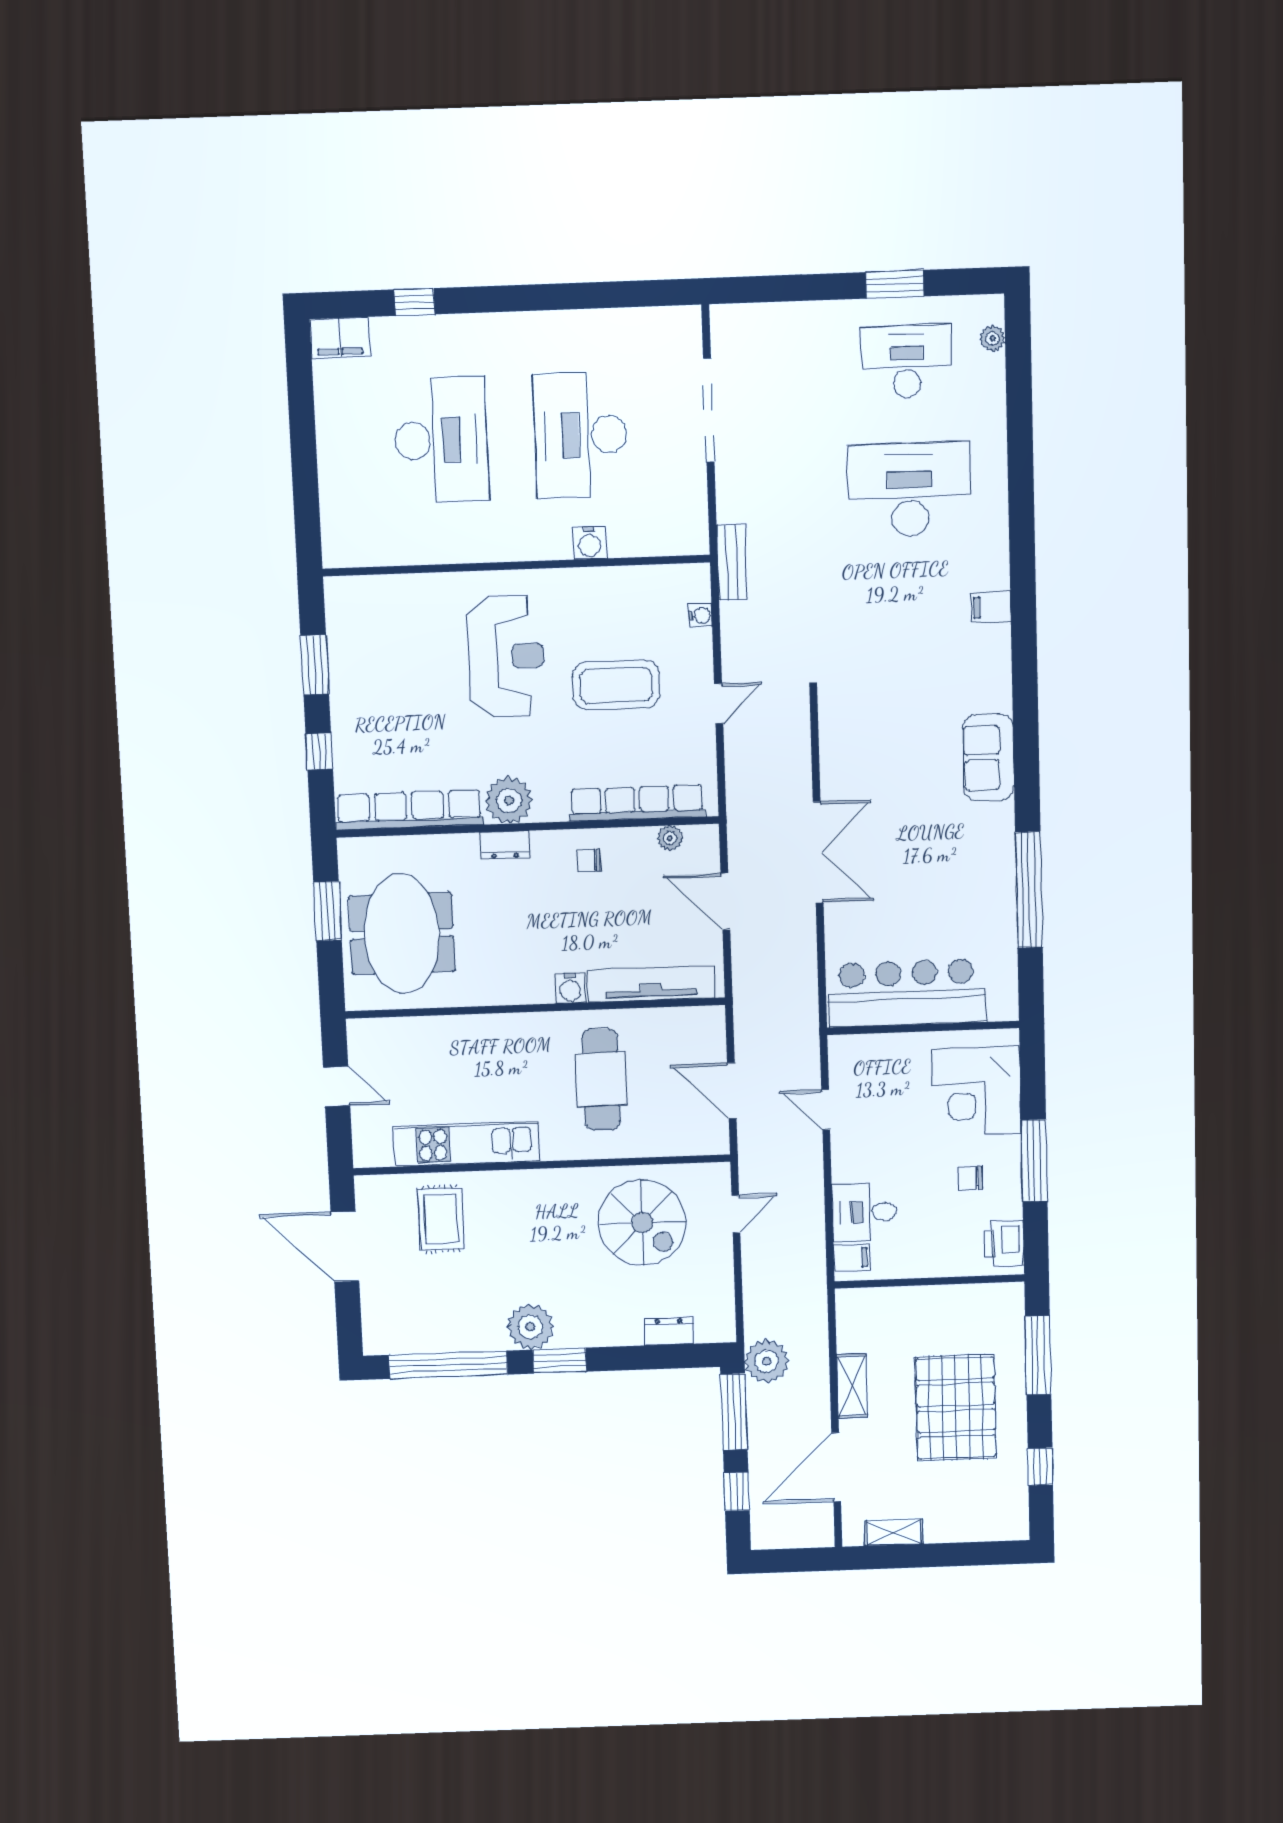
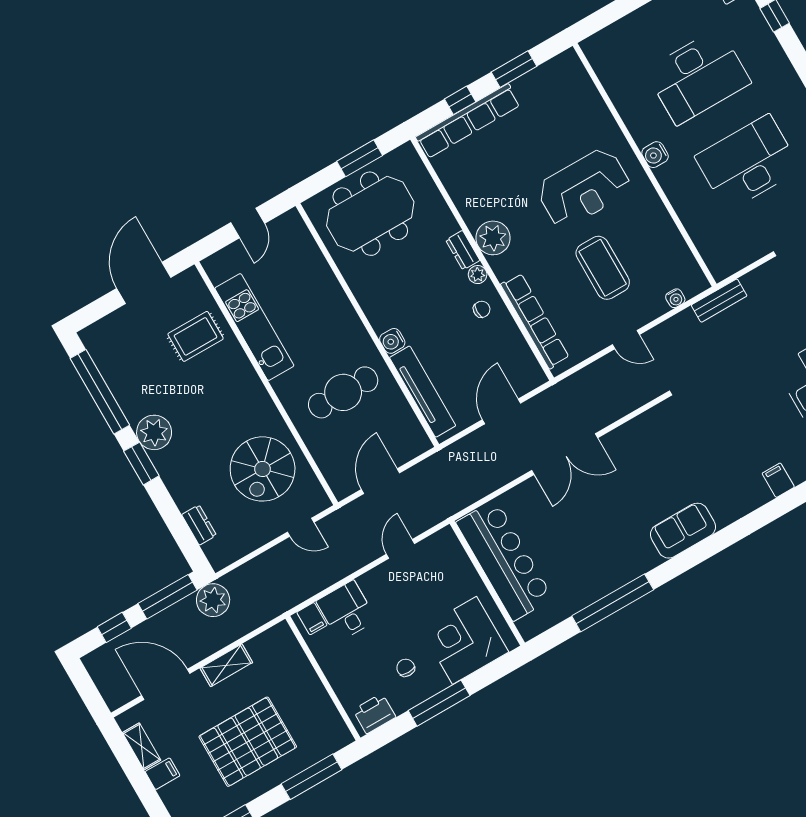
water cooler: (590, 543) -> (655, 155), moved
row of seats: (409, 810) -> (468, 121), moved, turned 90
plant: (670, 838) -> (478, 275), moved
chair: (589, 860) -> (482, 309), turned 90
filing cabinet: (939, 1525) -> (163, 774), added

